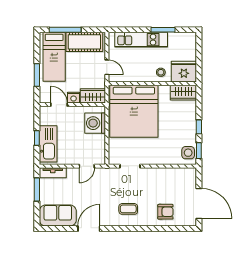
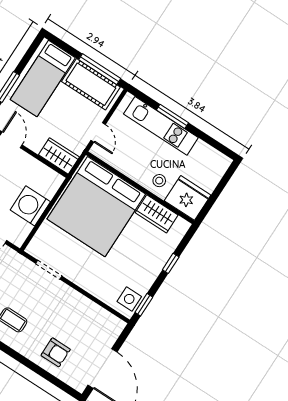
window: (65, 30) -> (100, 69), moved
window: (163, 30) -> (172, 116), moved
wardrobe: (183, 93) -> (157, 214), moved
nightstand: (74, 98) -> (34, 143), removed
washing machine: (95, 123) -> (30, 206), moved
window: (199, 127) -> (171, 263), moved

